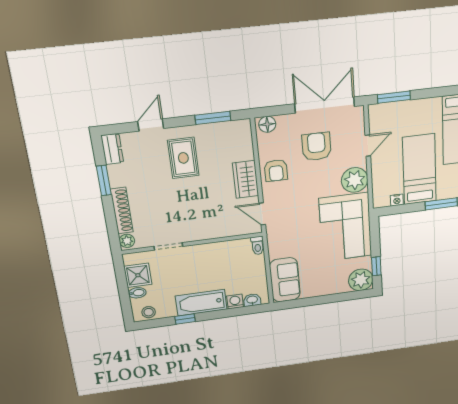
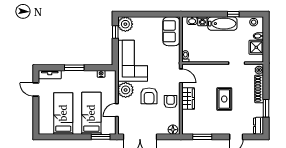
armchair: (317, 146) -> (149, 96), moved
rug: (183, 158) -> (224, 99), moved
bed: (419, 169) -> (91, 113), moved, turned 180

